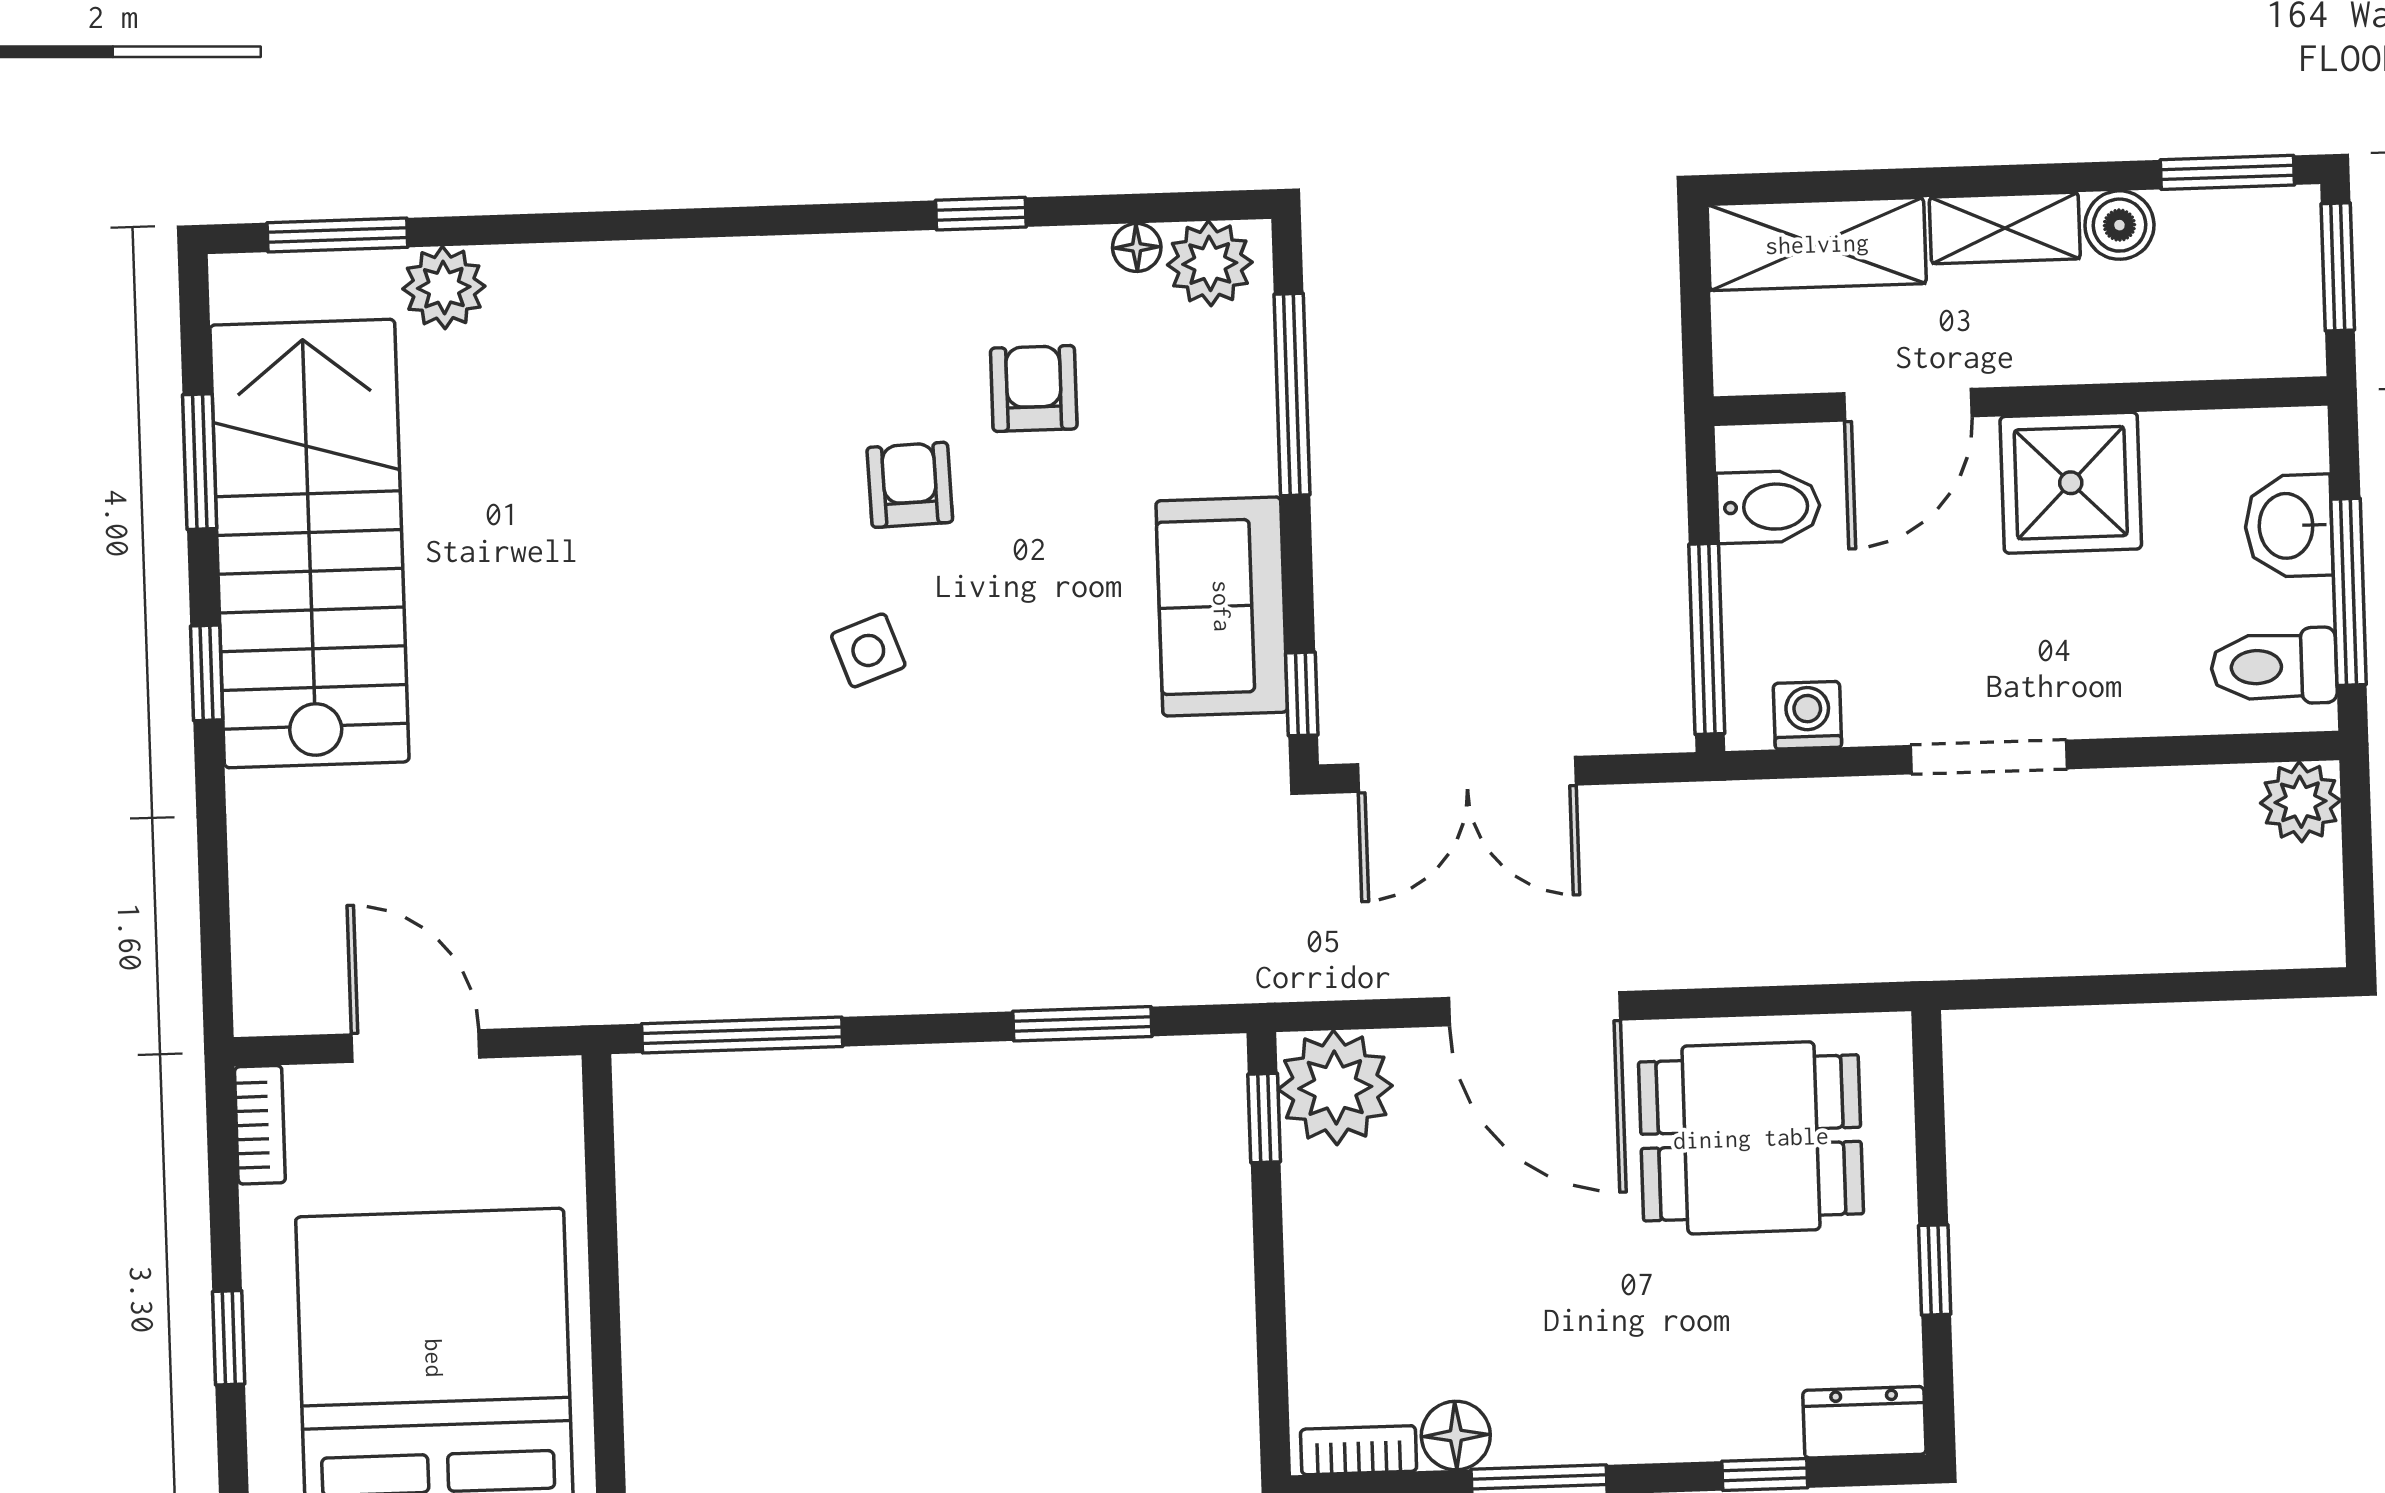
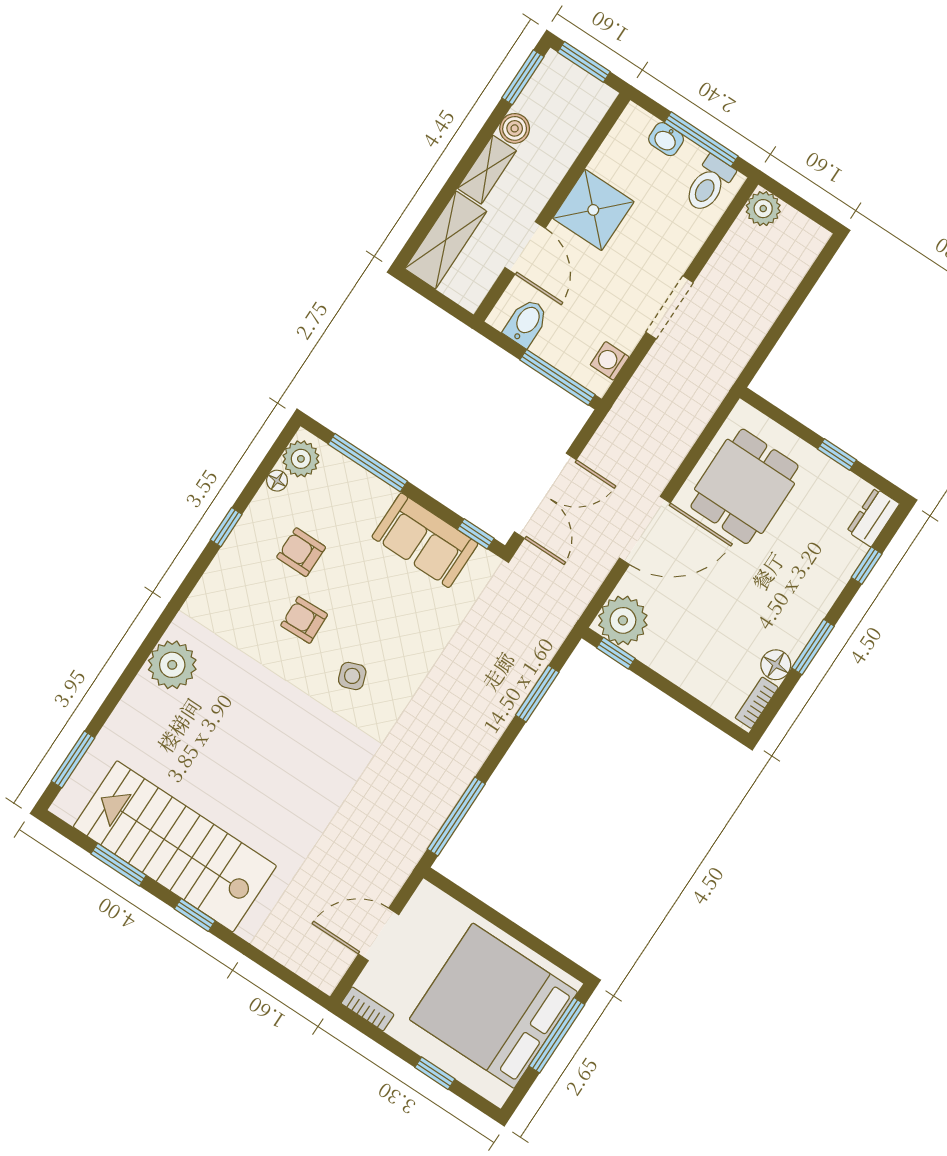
plant: (444, 288) -> (172, 665), moved, width x1.36, depth x1.36
washbasin: (2289, 526) -> (666, 139), width x0.72, depth x0.69

